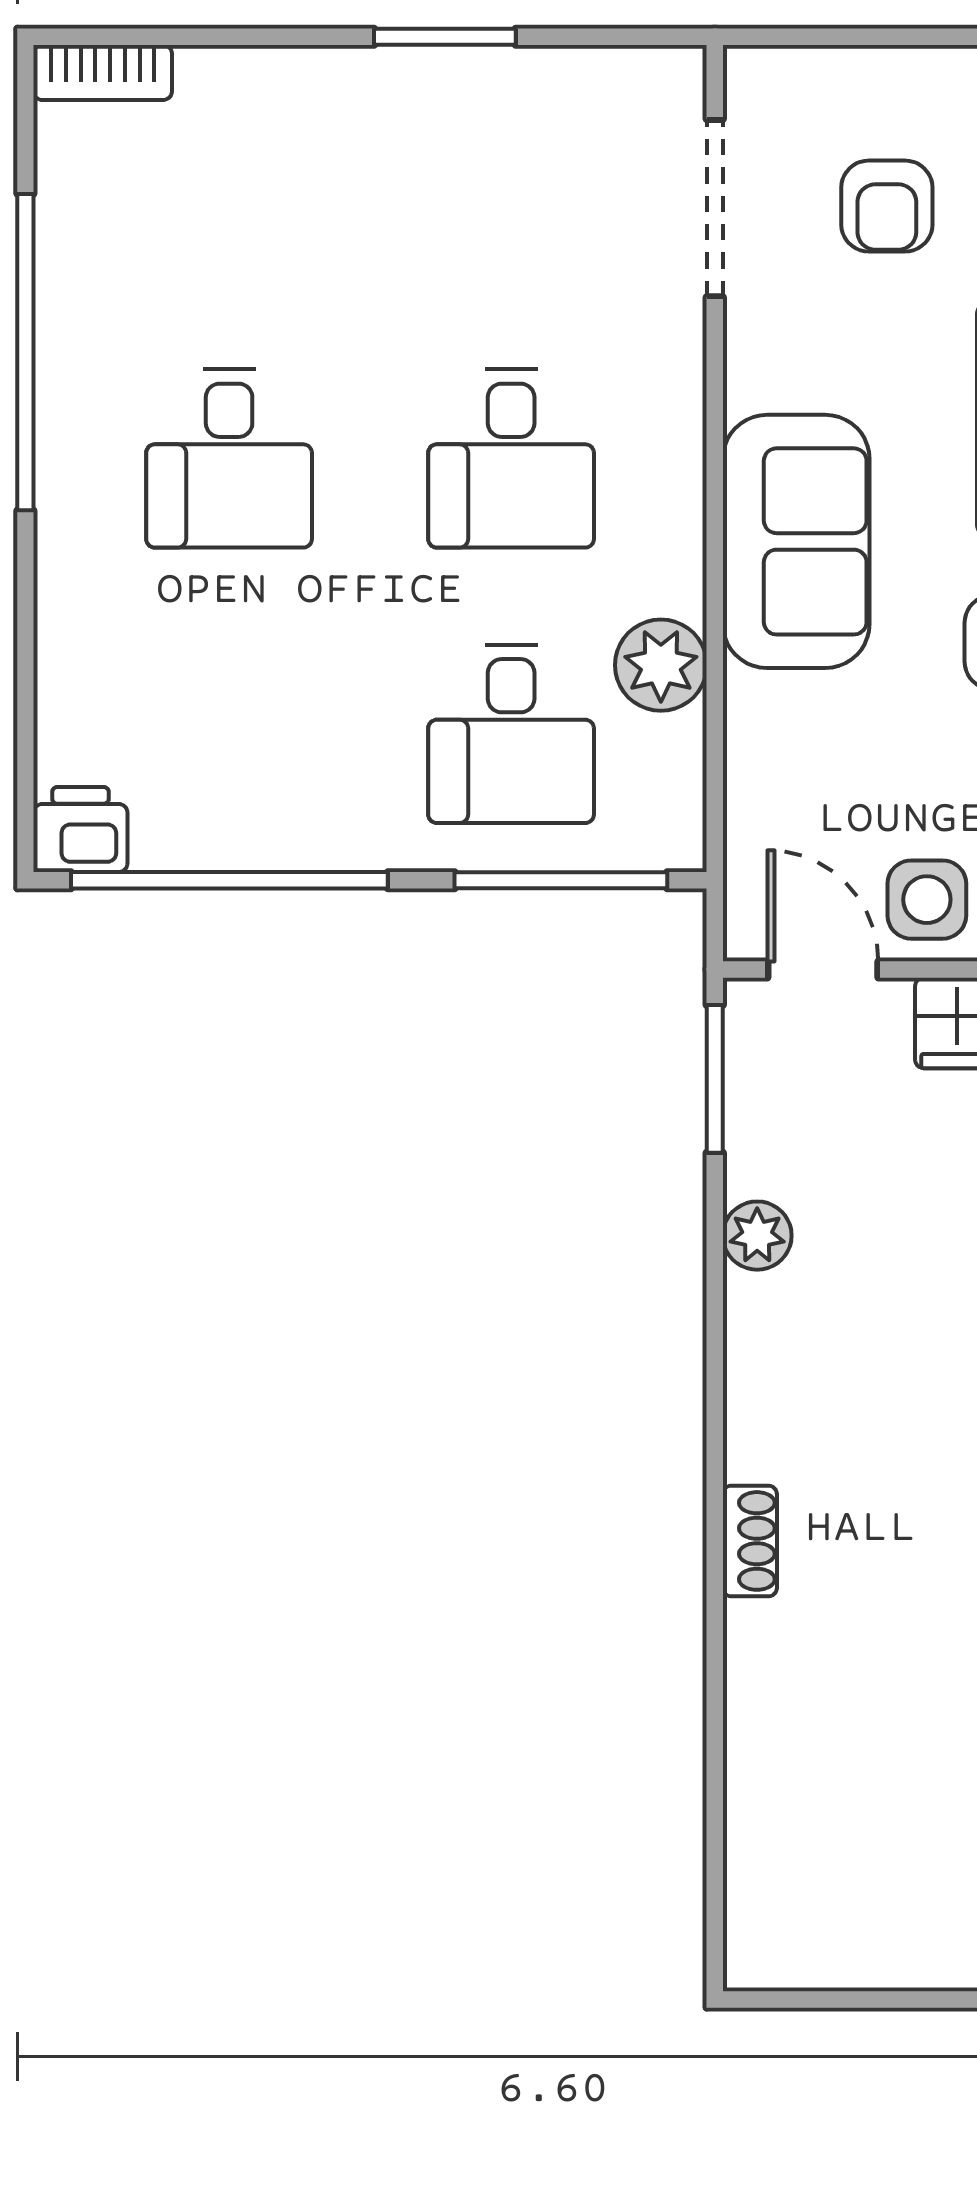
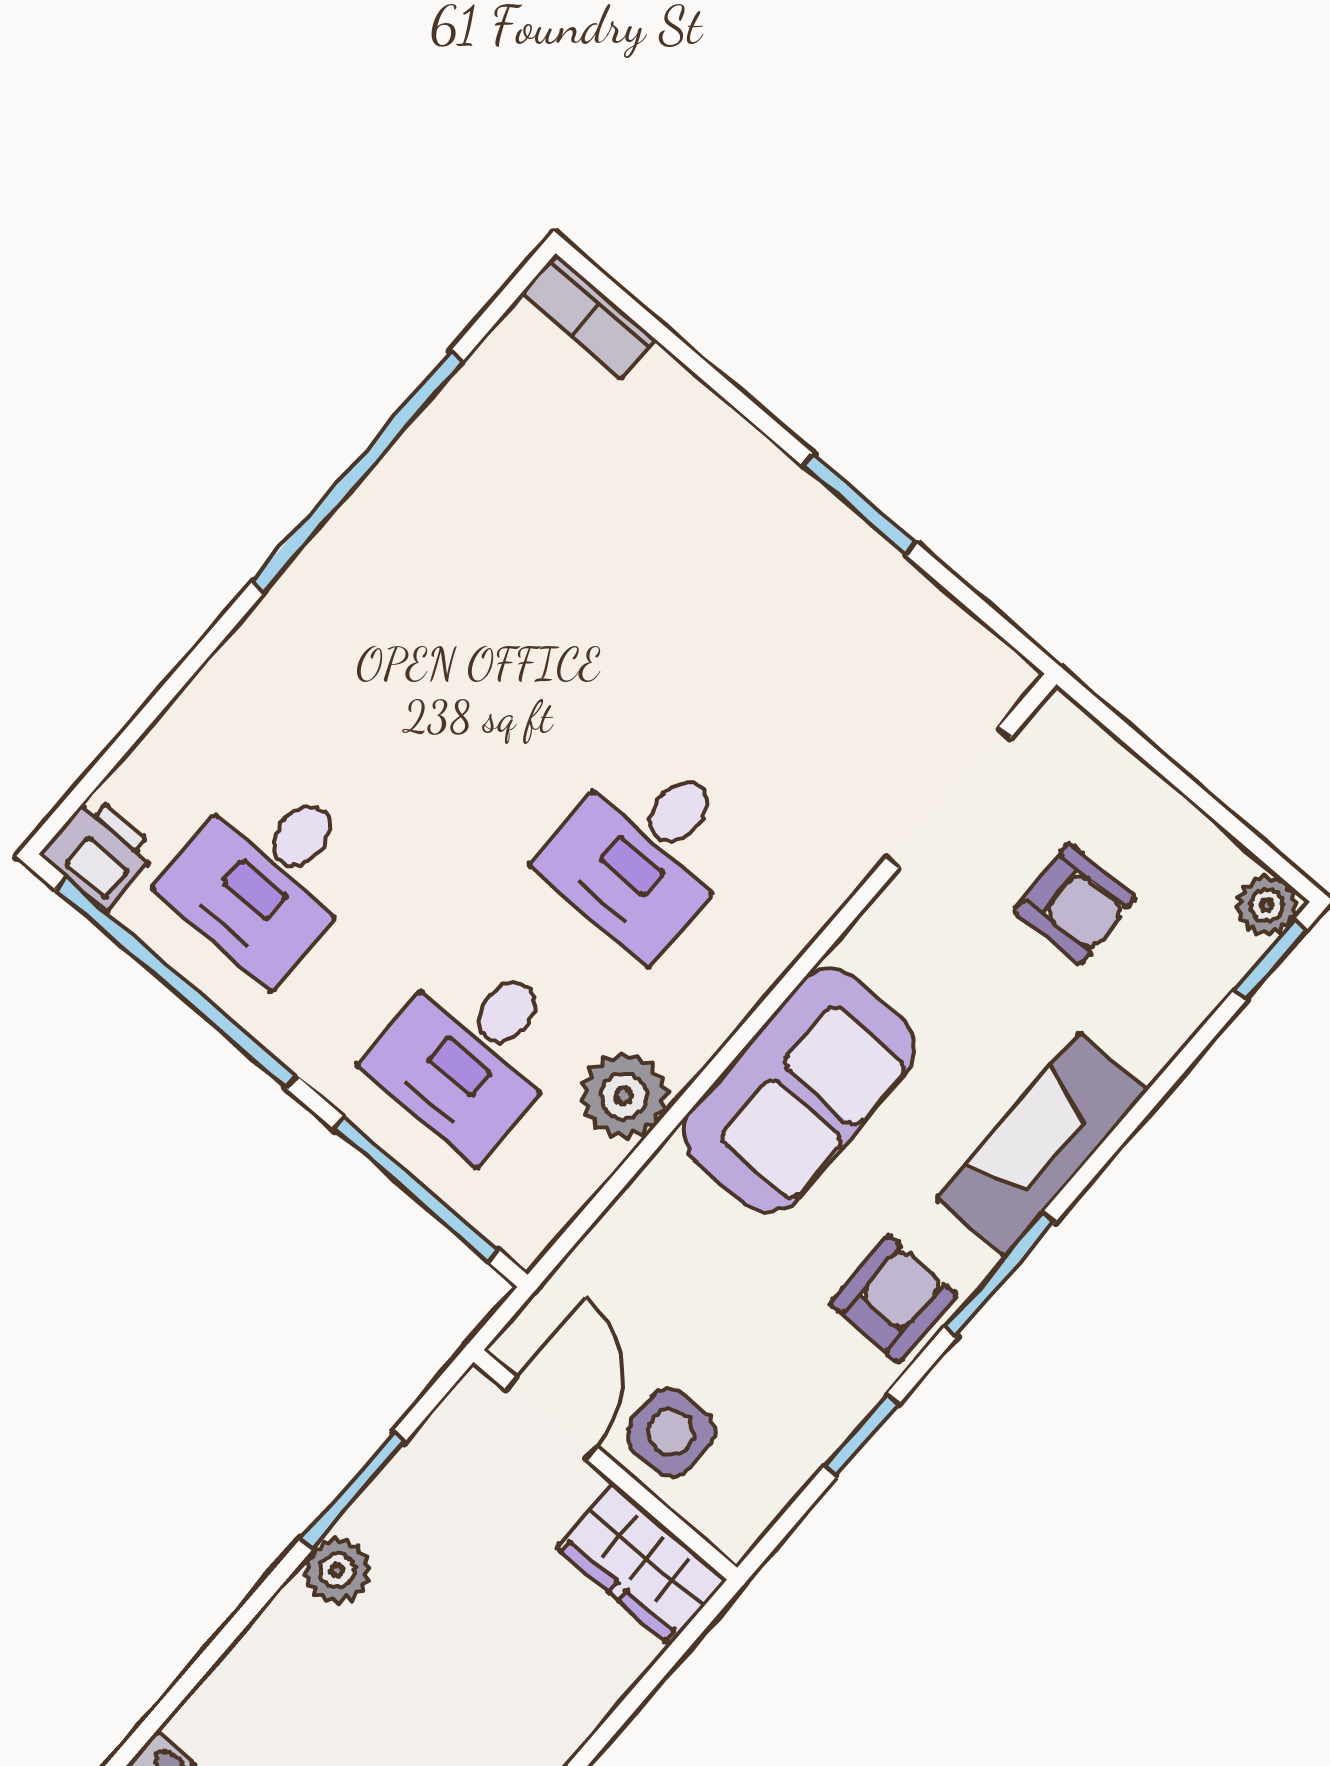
armchair: (887, 206) -> (1075, 904), turned -92
desk: (229, 458) -> (267, 876), moved
window: (715, 1079) -> (352, 1491), moved

